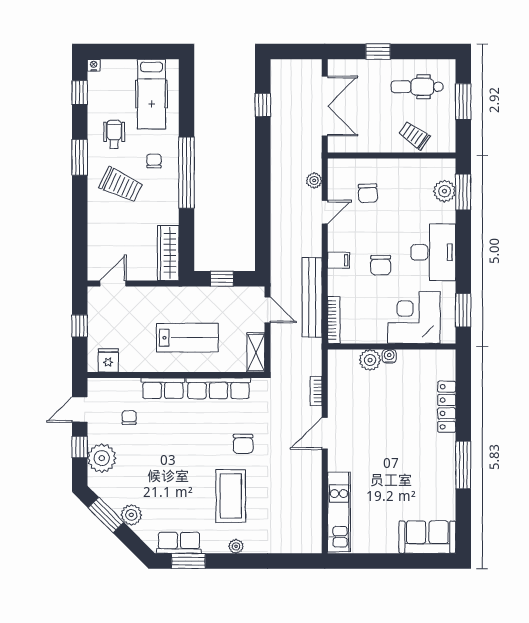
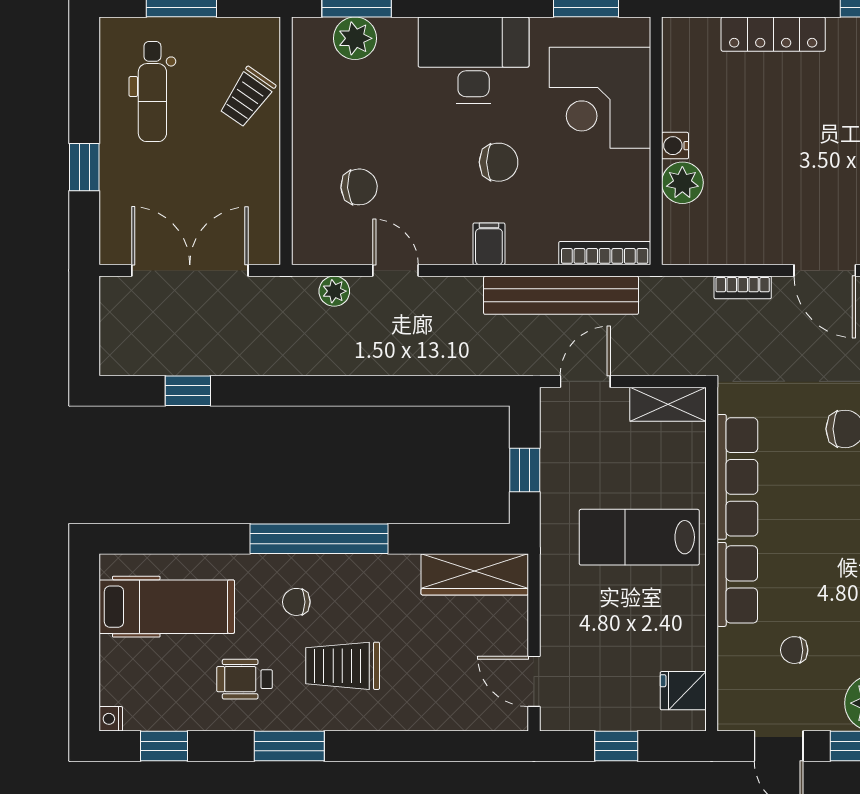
trolley: (121, 185) -> (343, 666), turned -115
lab bench: (187, 338) -> (639, 537), turned -90

